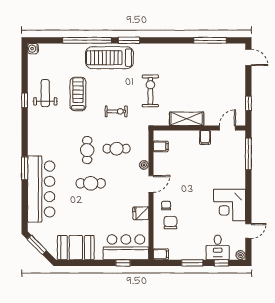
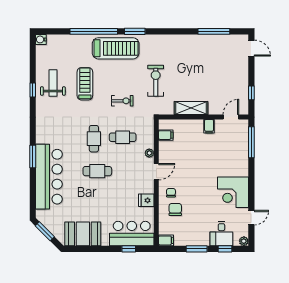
treadmill: (109, 58) -> (116, 48), turned 180

